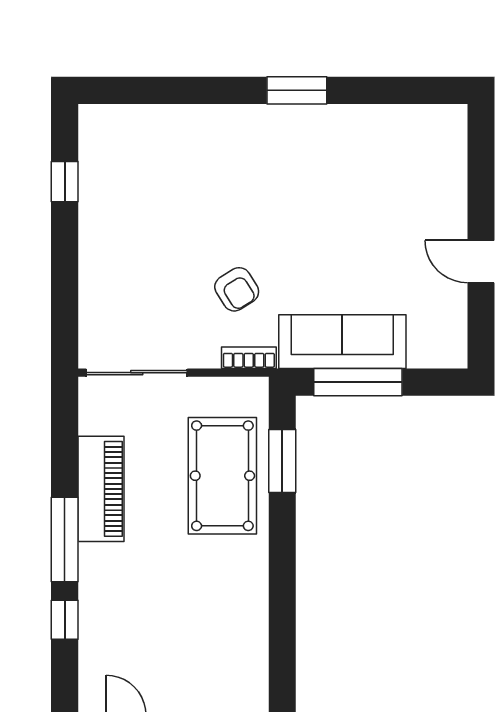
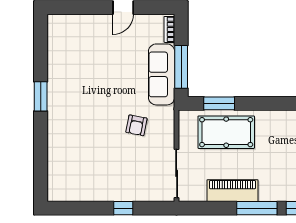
window: (65, 182) -> (123, 208), moved
armchair: (237, 289) -> (136, 125), turned 133
bookcase: (249, 358) -> (169, 29), moved

